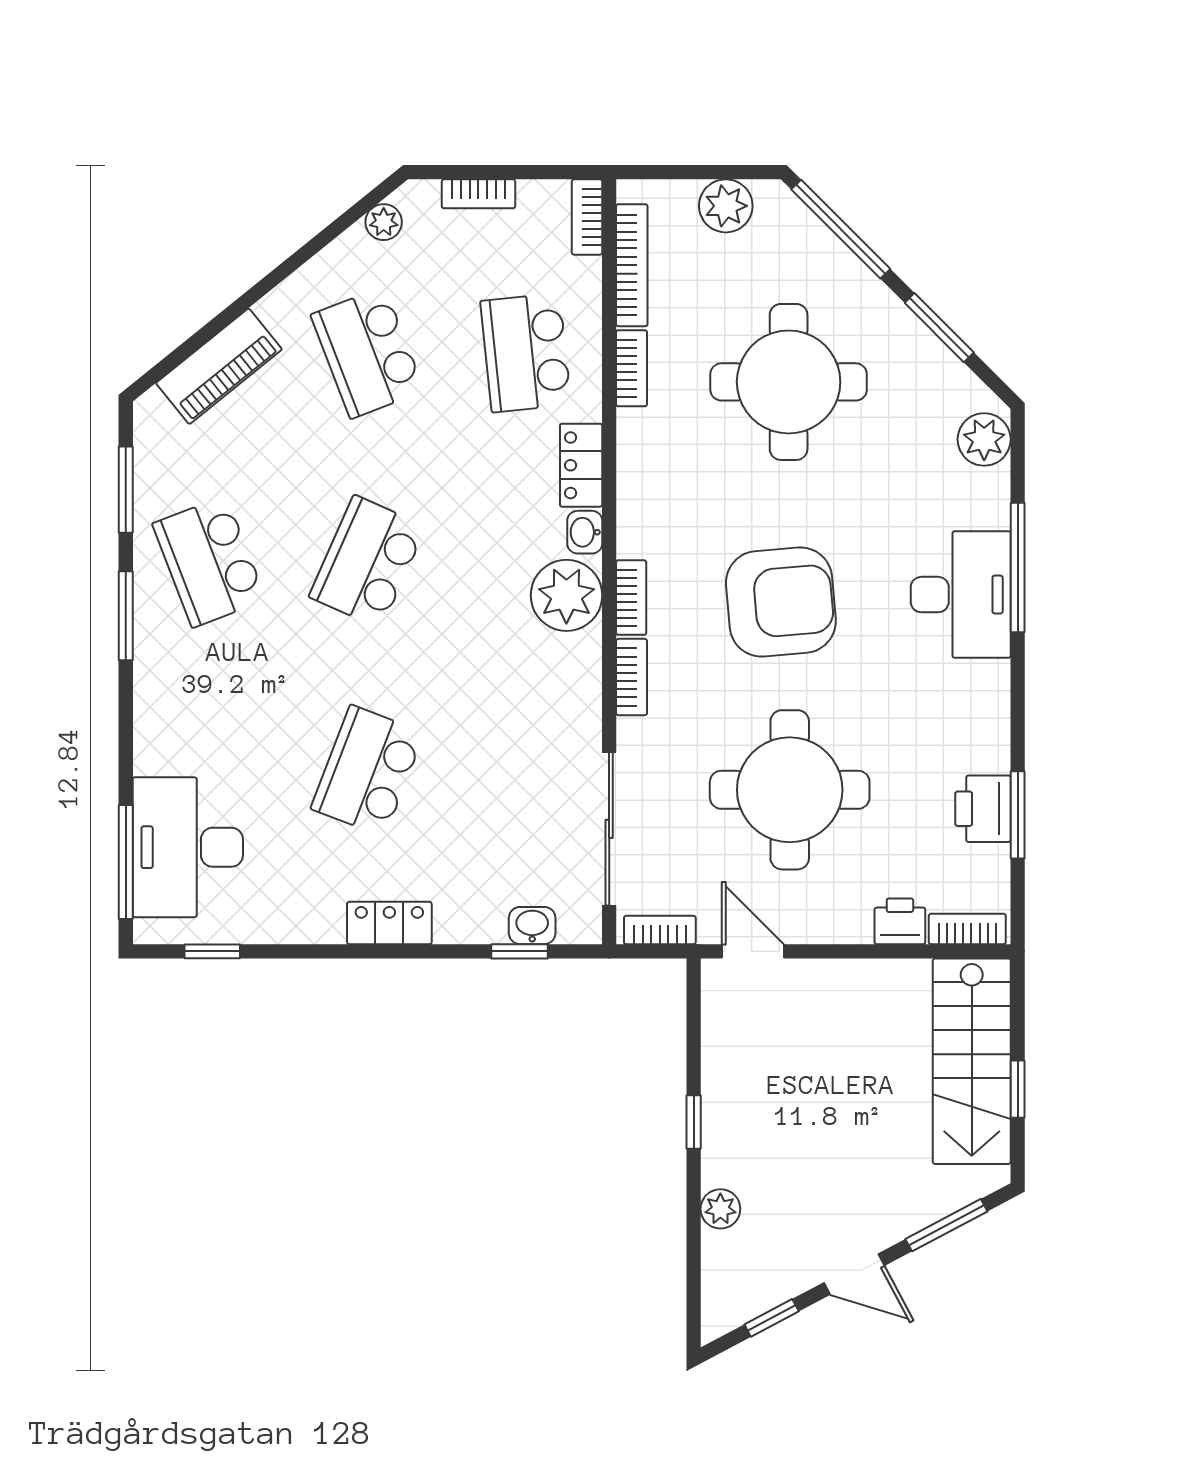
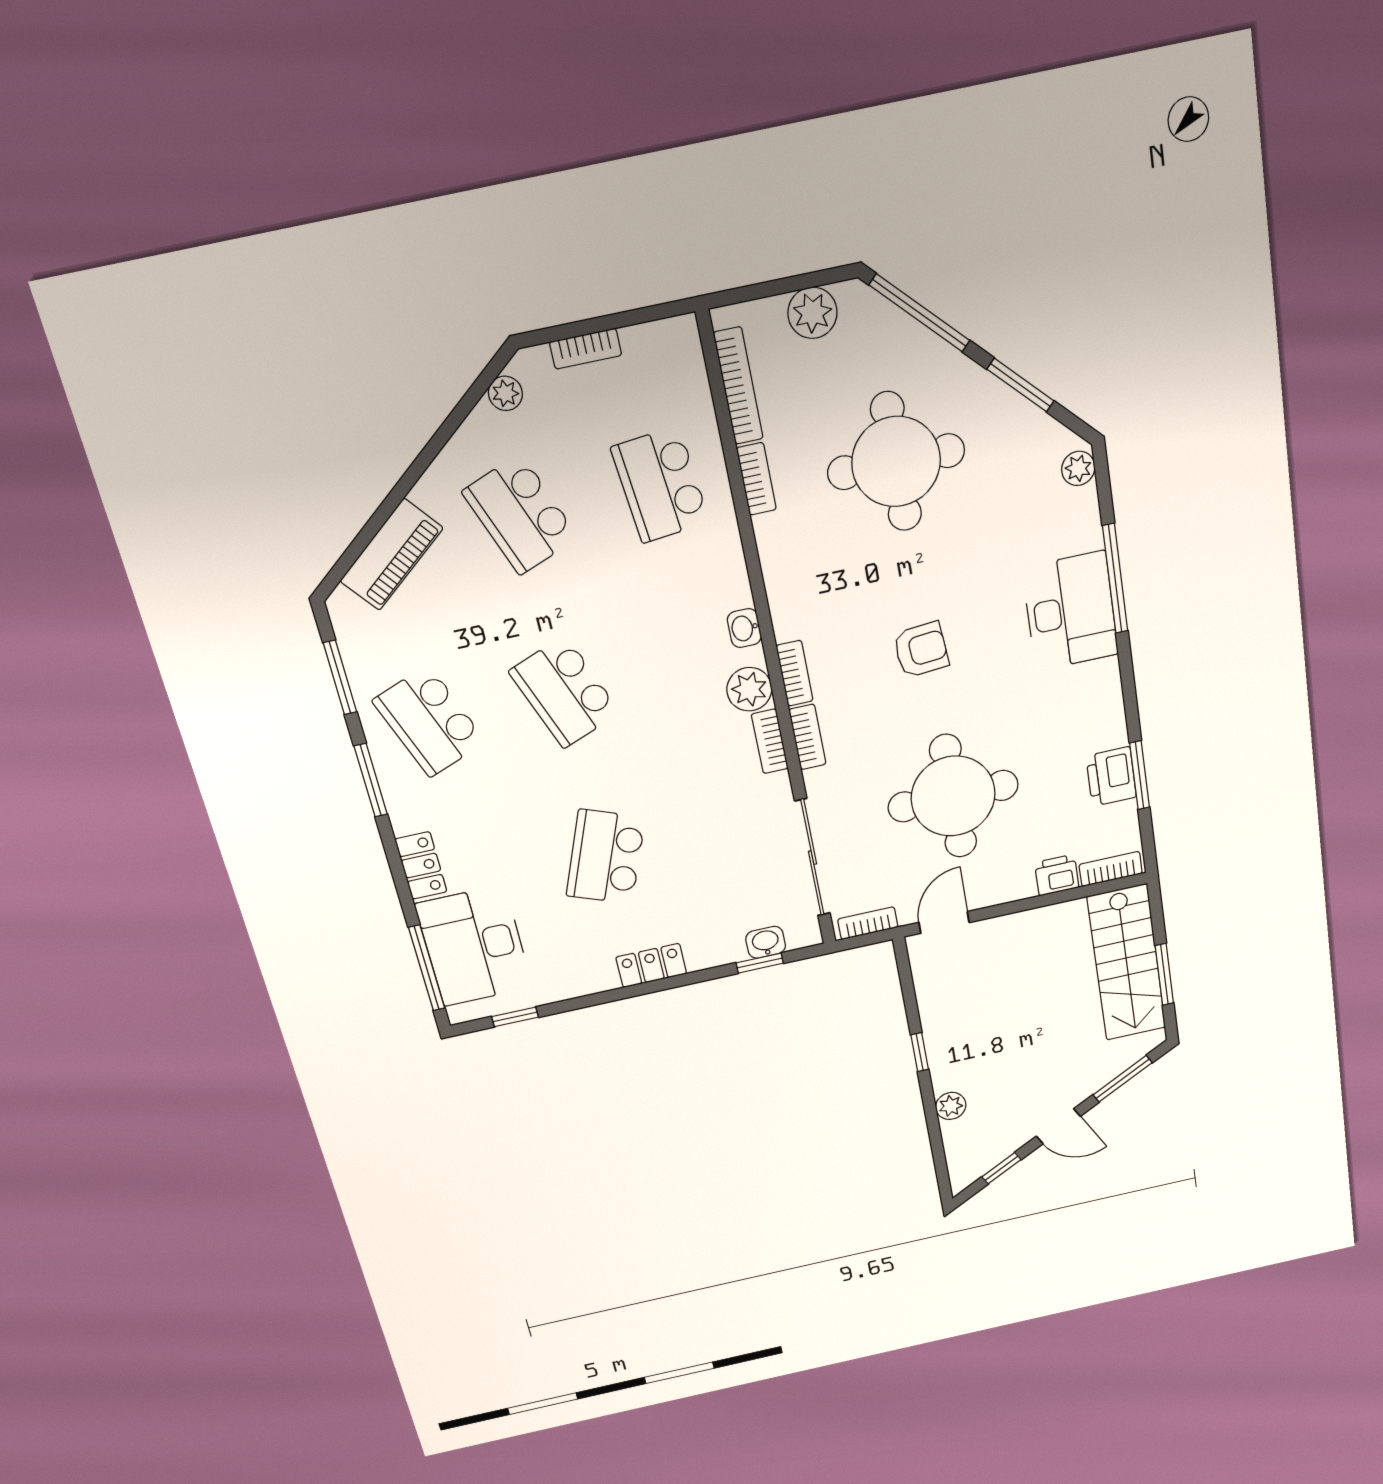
bookcase: (587, 217) -> (770, 741), moved
plant: (984, 439) -> (1078, 468), width x0.73, depth x0.73
locker: (581, 465) -> (421, 866), moved, turned 180
school desk: (367, 562) -> (565, 692), turned -45
plant: (566, 595) -> (749, 689), width x0.73, depth x0.73
armchair: (781, 602) -> (921, 650), width x0.53, depth x0.53
door: (753, 951) -> (944, 922), hinge flipped
window: (1018, 1089) -> (1164, 974), width x1.50

